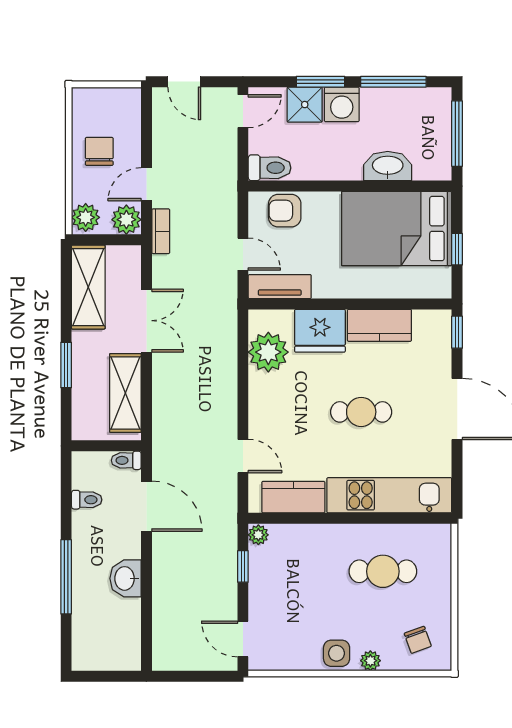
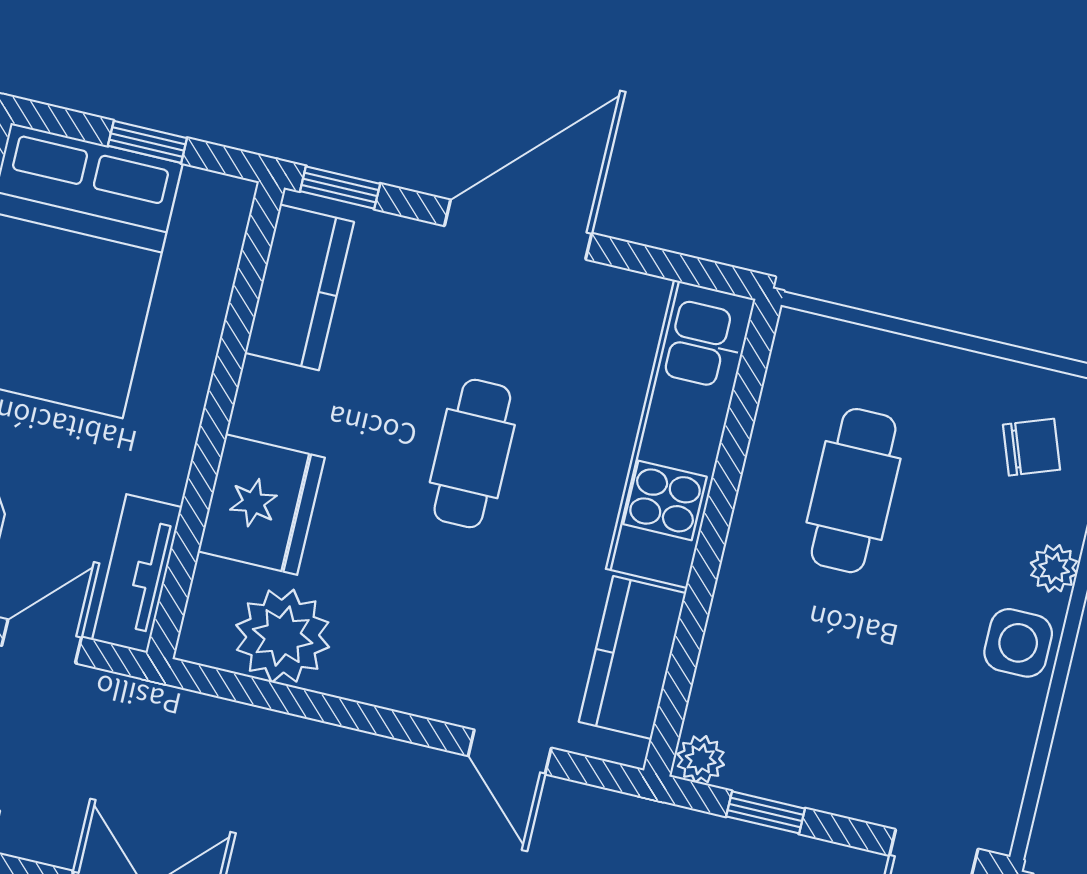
kitchen counter: (379, 325) -> (299, 287), moved
door: (243, 456) -> (510, 752), swing flipped

